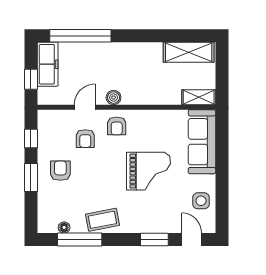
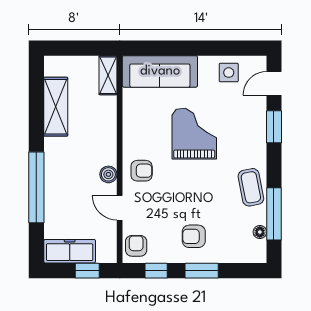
window: (80, 36) -> (36, 187), moved
shelving: (189, 52) -> (56, 107), moved
armchair: (85, 139) -> (136, 246), moved, turned -90

